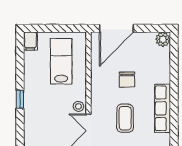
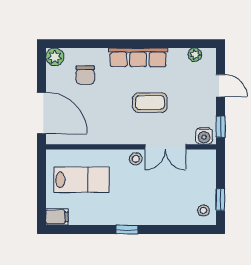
lab bench: (61, 61) -> (81, 180), turned 180
chair: (127, 80) -> (85, 75), moved, turned 90

